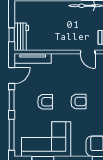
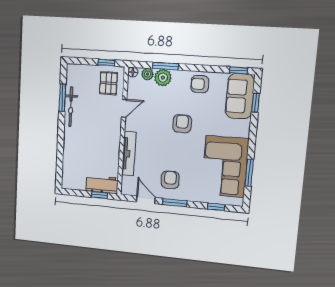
tv unit: (33, 58) -> (129, 154), moved
armchair: (45, 102) -> (170, 180), moved
window: (12, 135) -> (216, 207), width x0.46

